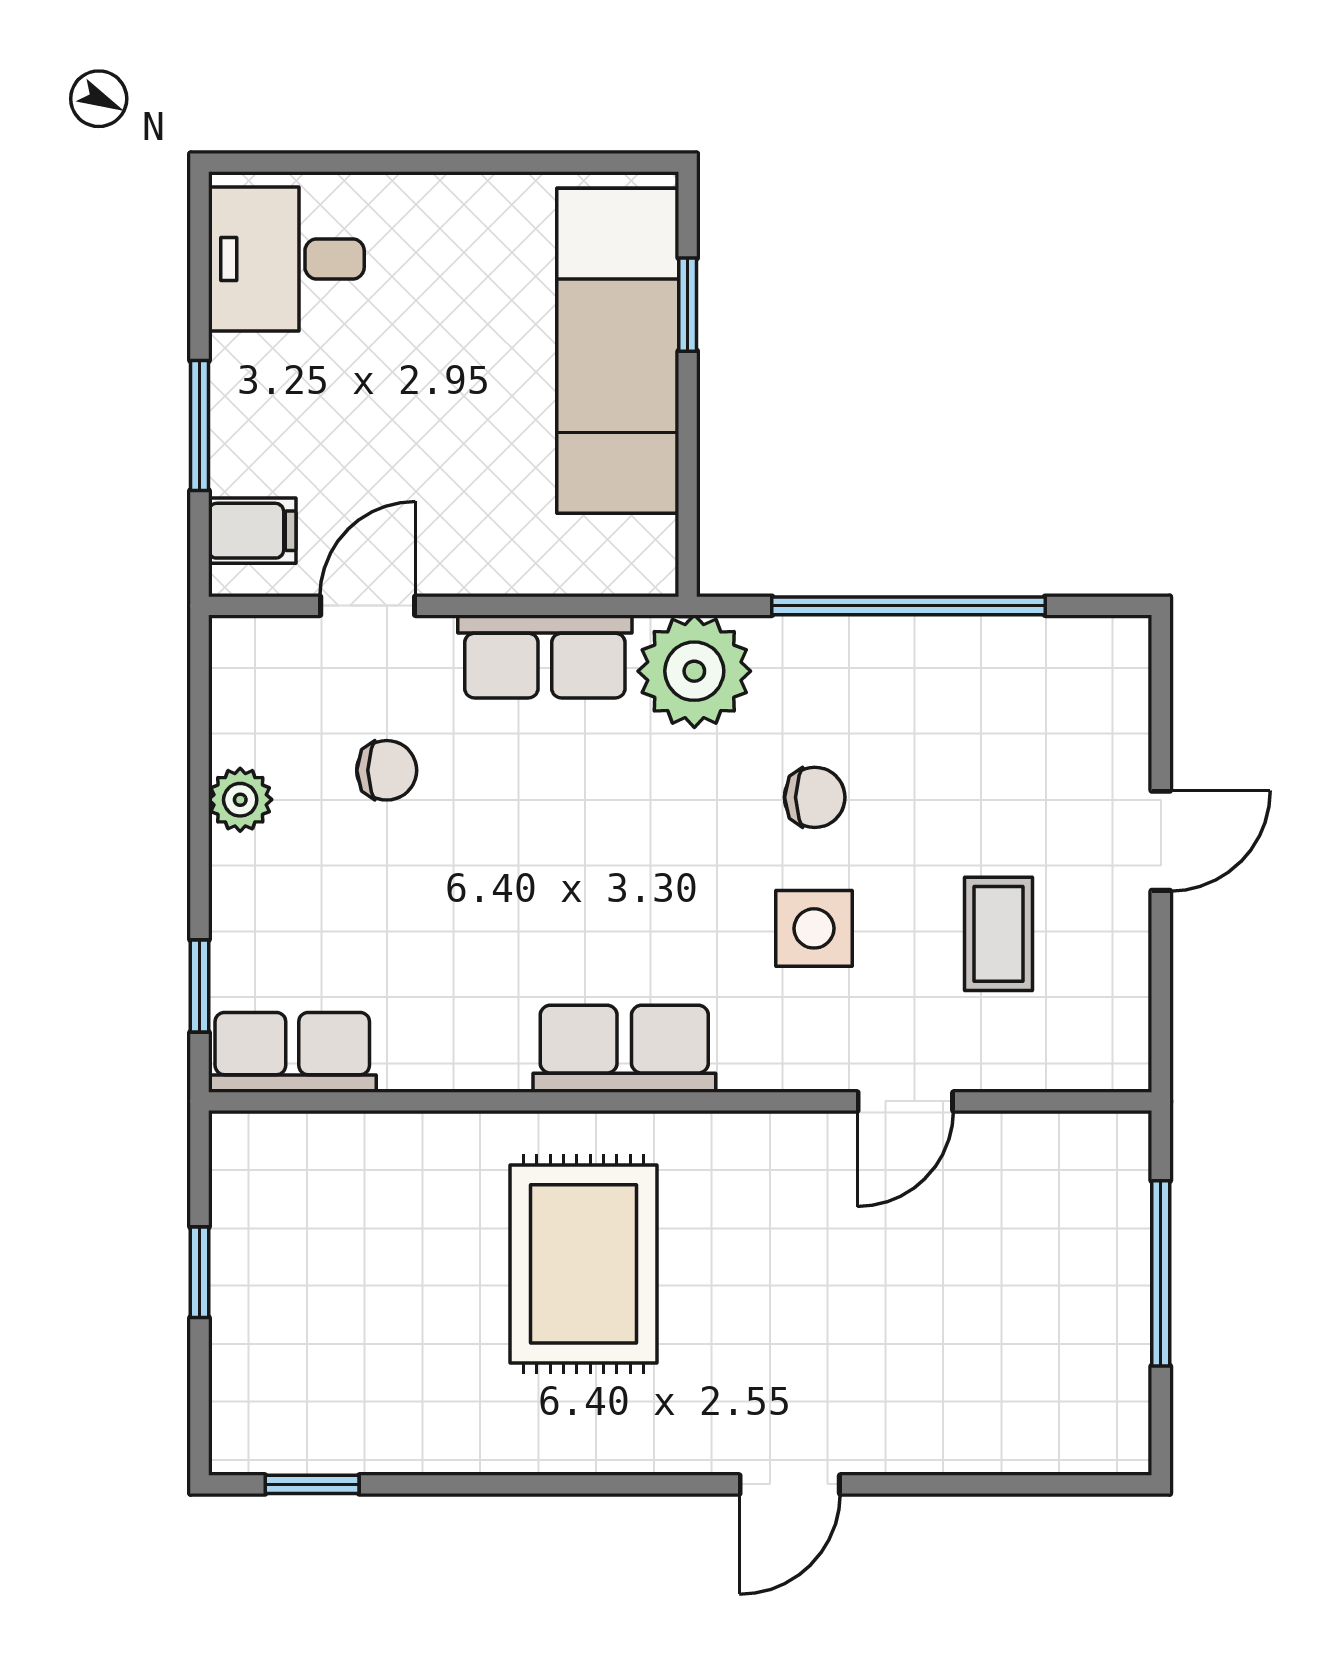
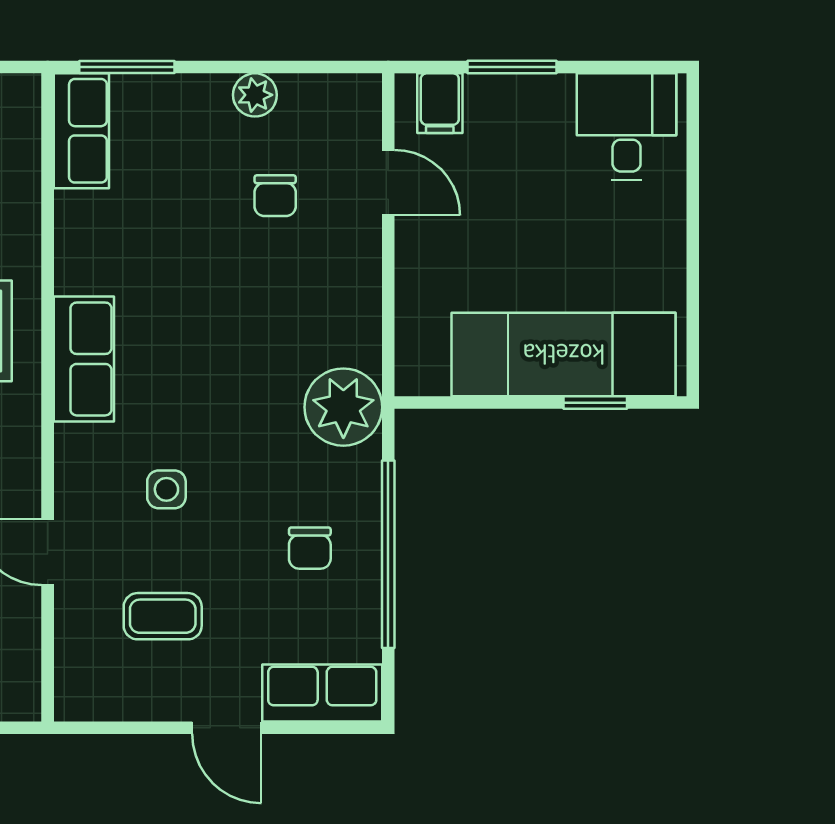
row of seats: (545, 656) -> (322, 693), moved, turned 90
chair: (815, 797) -> (310, 548), moved
side table: (814, 928) -> (166, 489), width x0.73, depth x0.73
window: (200, 986) -> (127, 67), width x1.50

